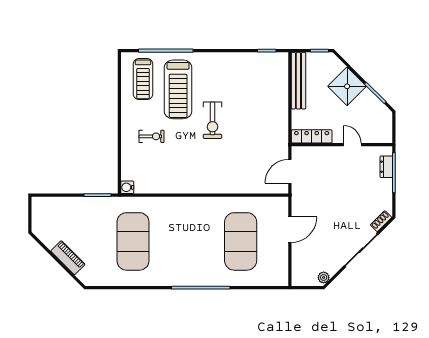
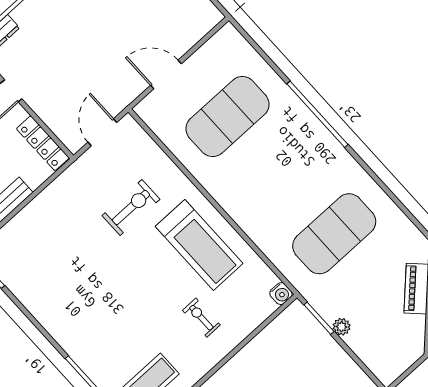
treadmill: (178, 89) -> (199, 245), moved, turned 90
exercise bike: (213, 120) -> (131, 207), moved
door: (290, 171) -> (102, 132), swing flipped
plant: (83, 203) -> (342, 327), added

